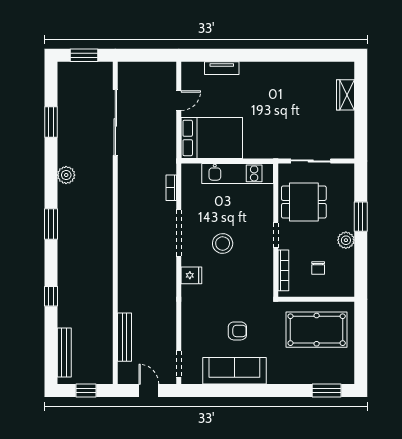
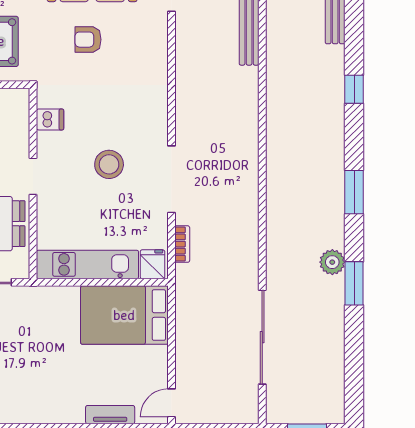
door: (179, 101) -> (171, 403), moved
window: (51, 122) -> (354, 283), moved
bookcase: (283, 270) -> (22, 126), removed
fridge: (191, 275) -> (152, 264), moved, turned 90
dishwasher: (264, 275) -> (50, 119), added

